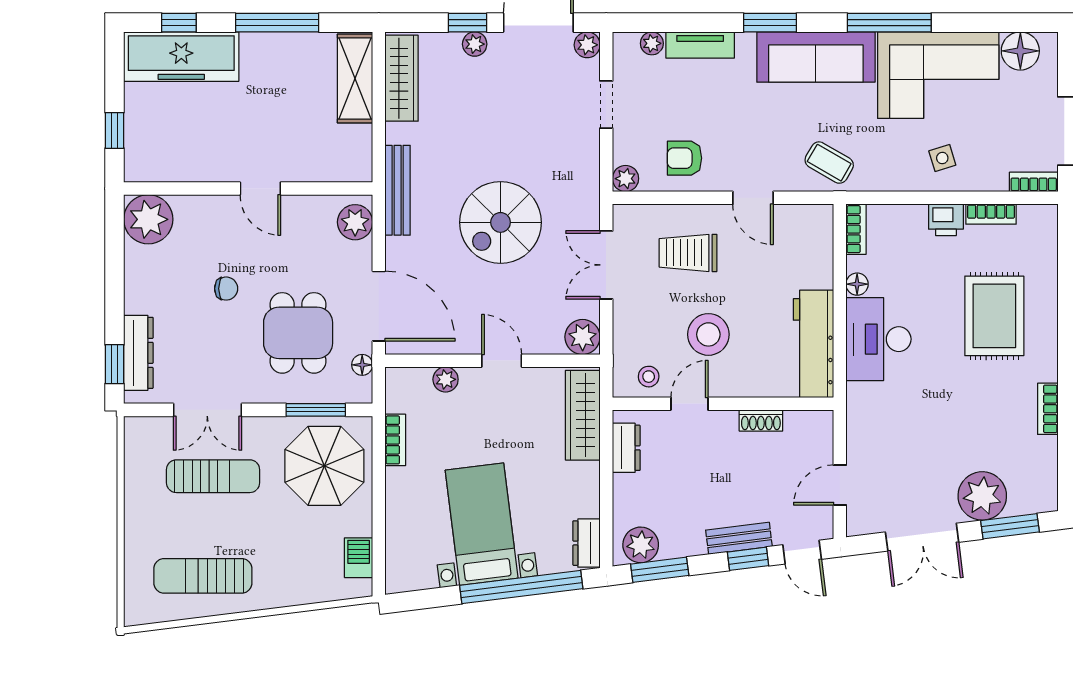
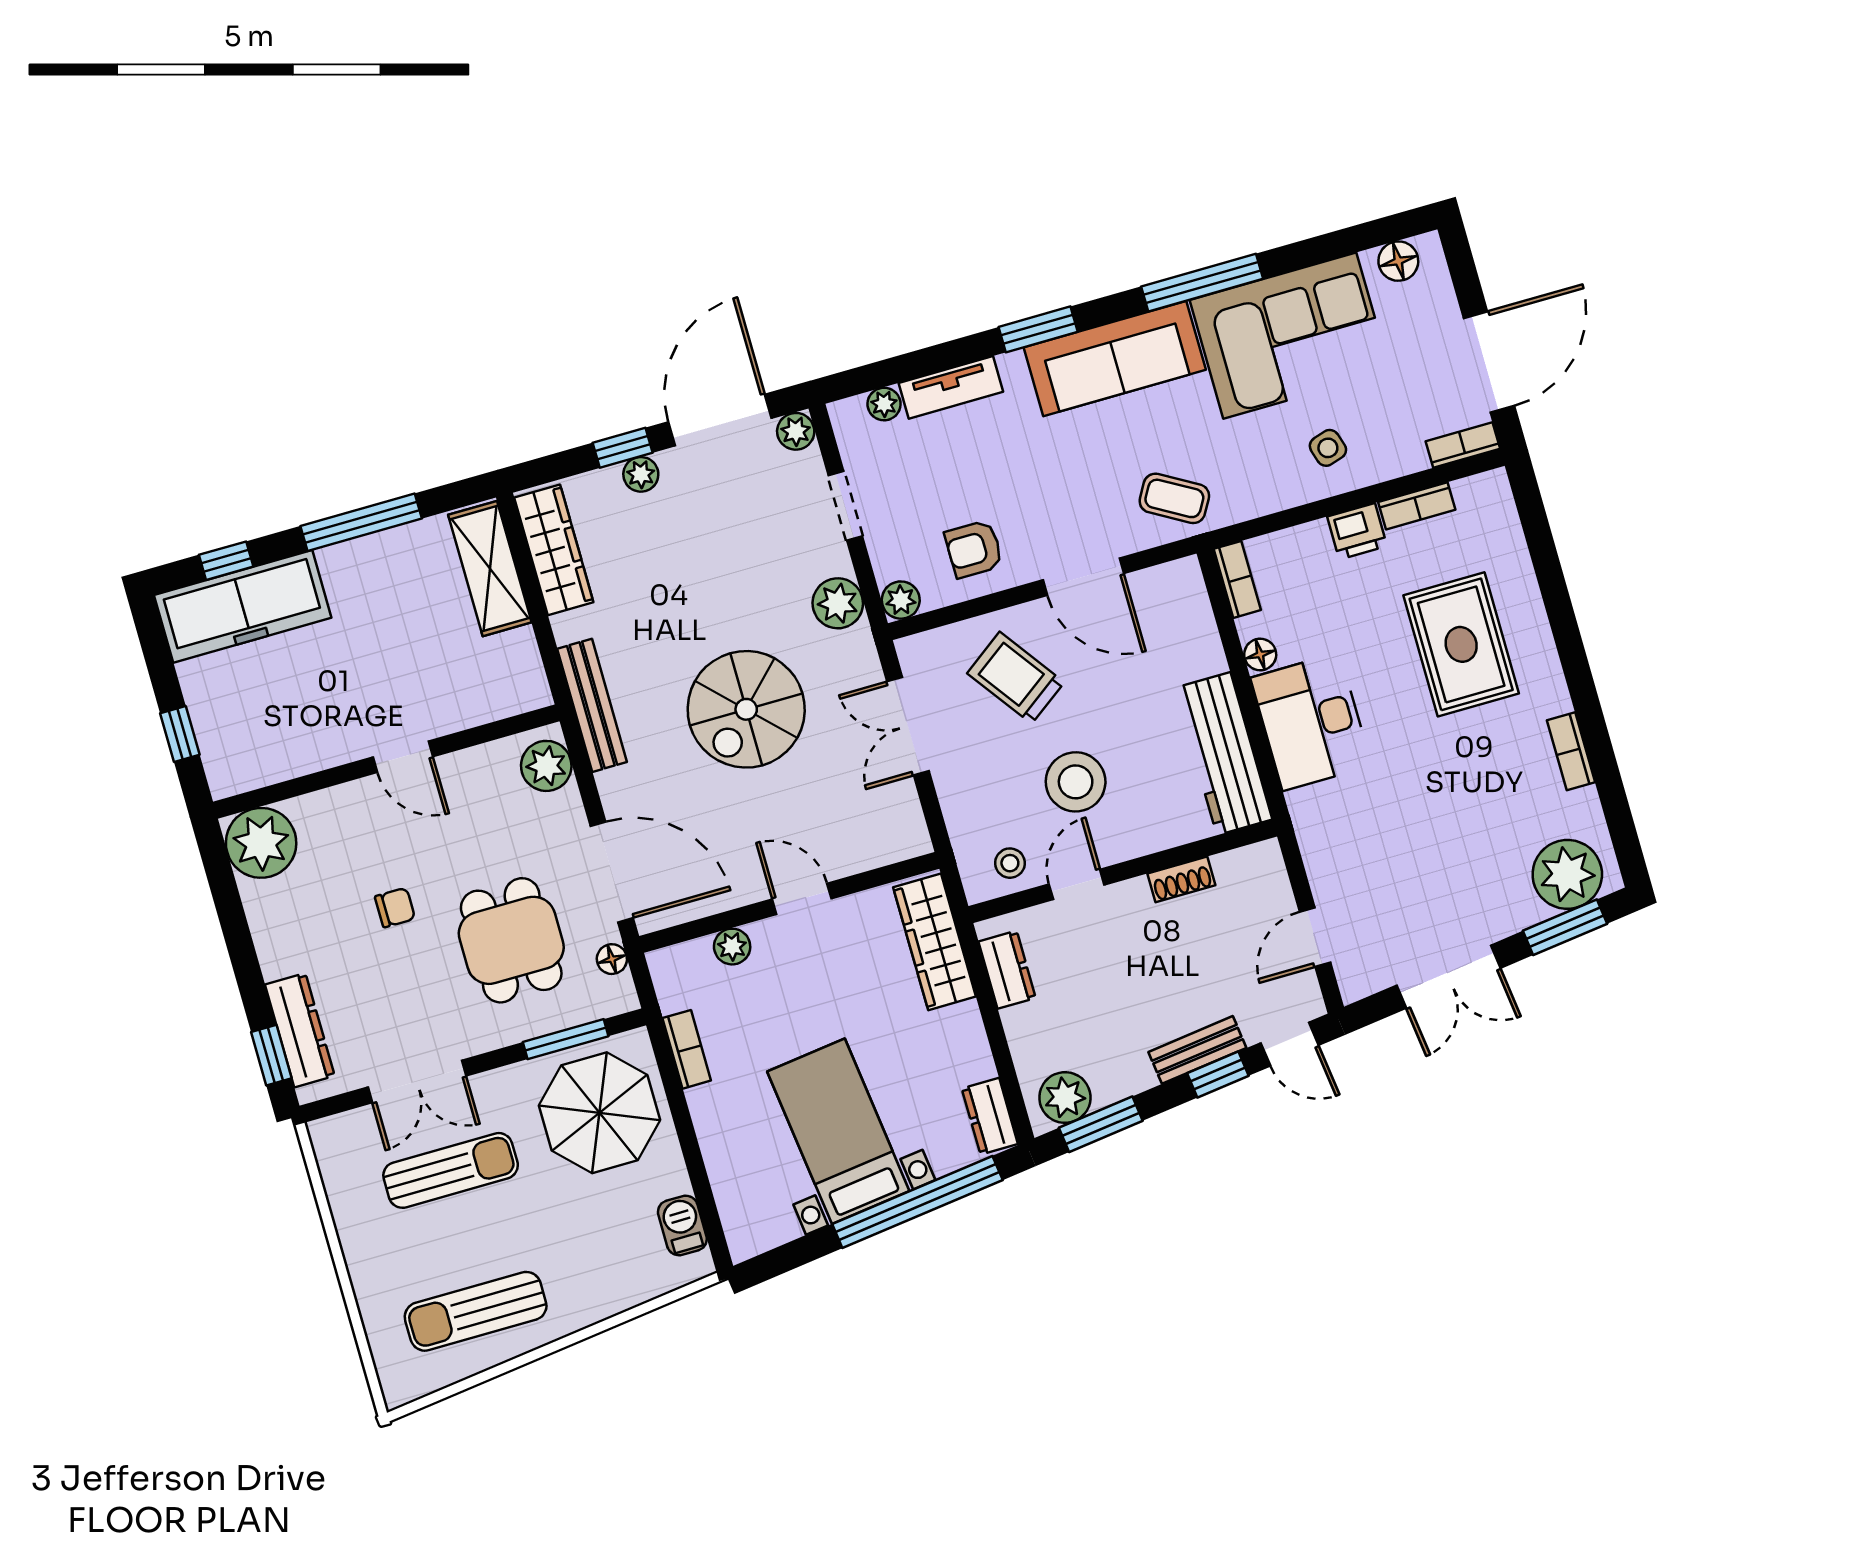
floor lamp: (1020, 51) -> (1398, 261), width x0.73, depth x0.73
door: (753, 198) -> (1083, 577), width x1.38
trolley: (688, 253) -> (1016, 678), turned 54
plant: (583, 337) -> (838, 603), moved
plant: (982, 496) -> (1567, 874), moved

